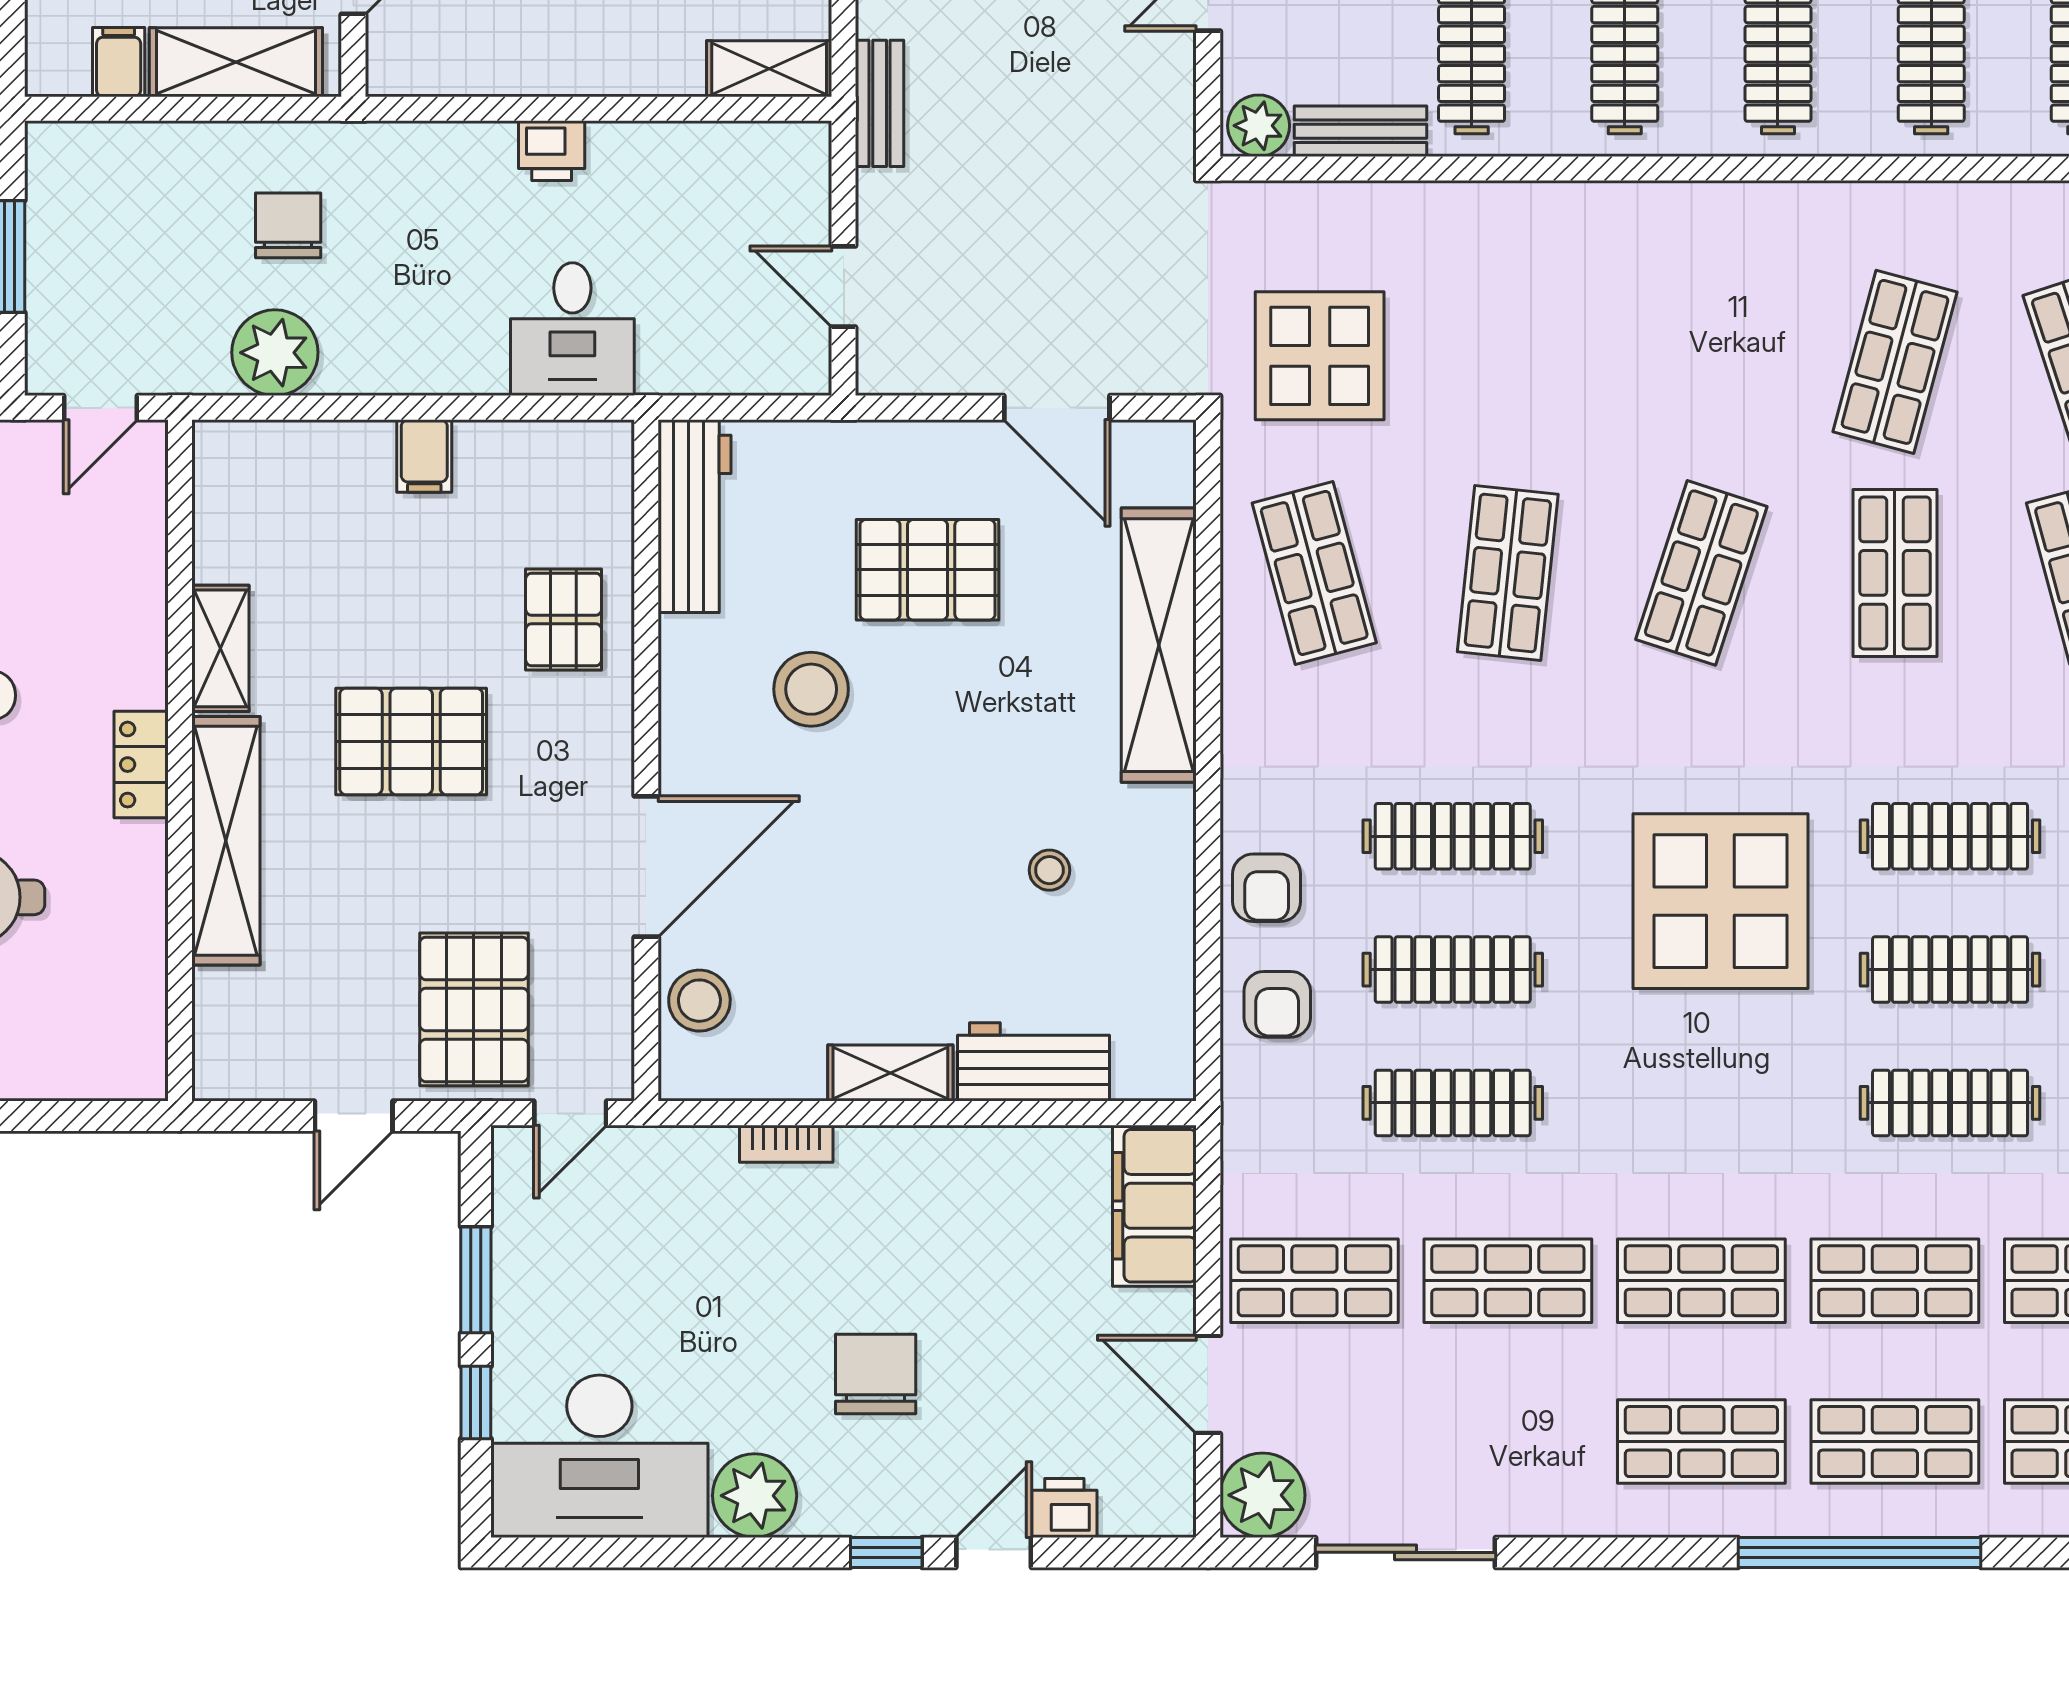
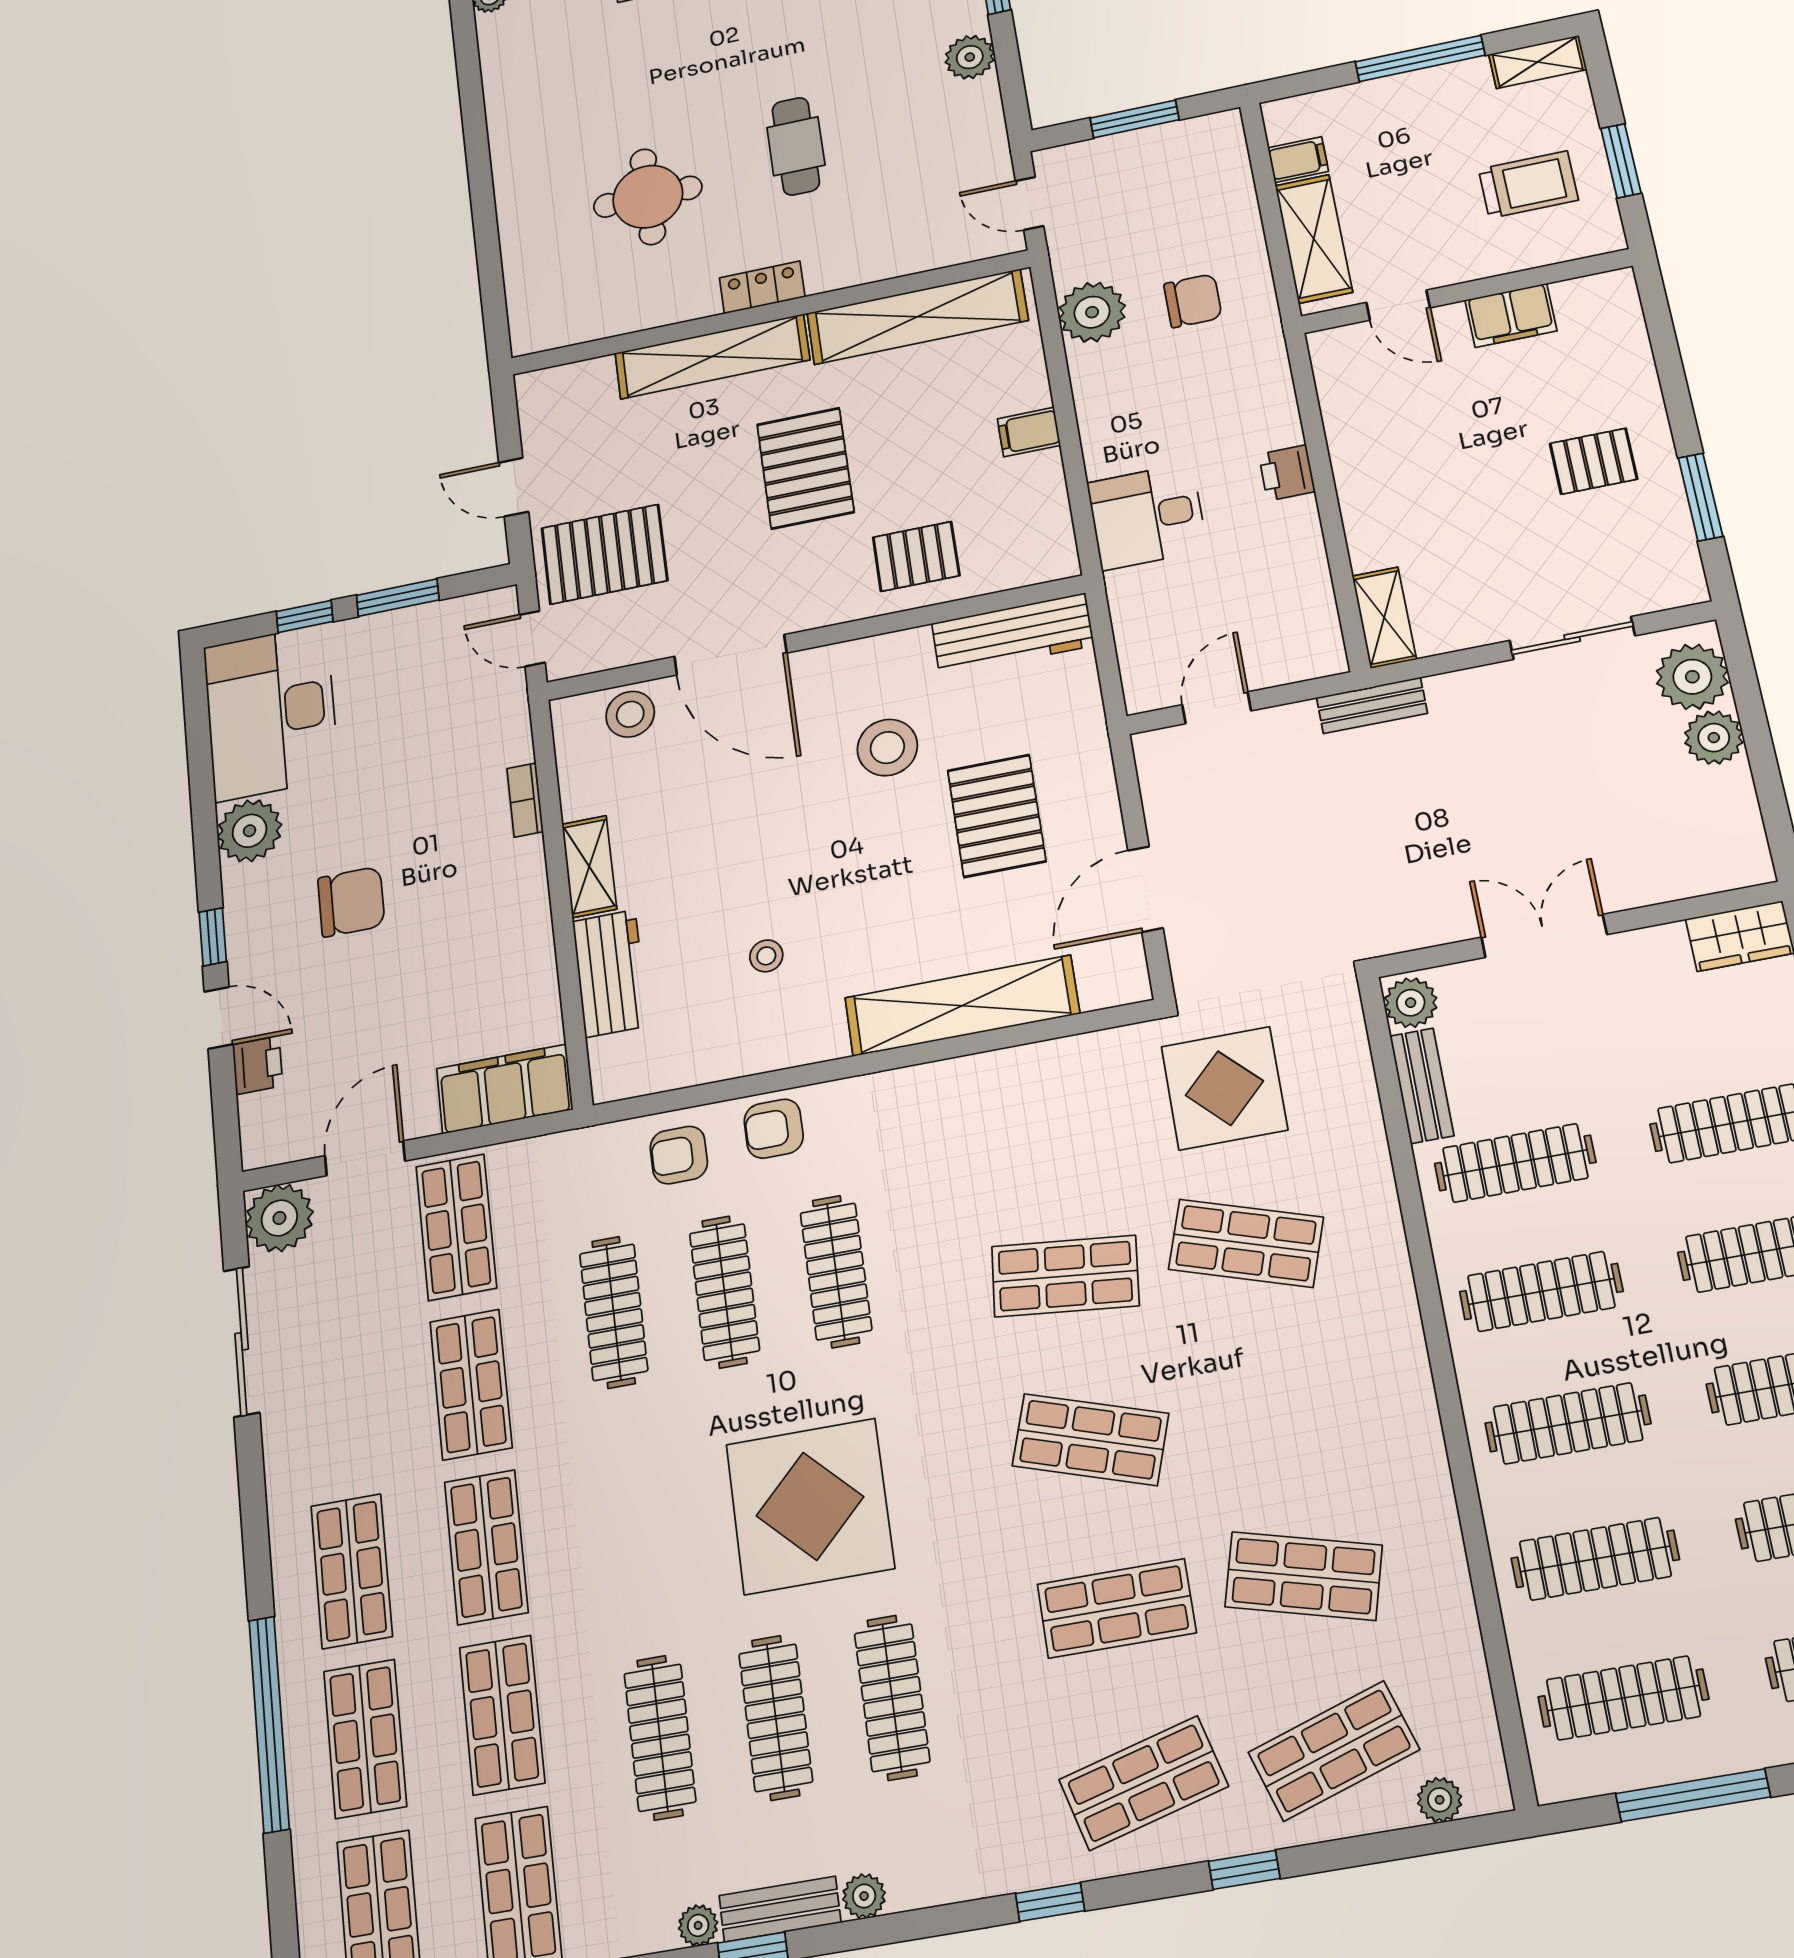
shop shelf: (1314, 573) -> (1246, 1243), moved, turned 33
shelving: (220, 648) -> (917, 317), width x2.20, depth x1.33

